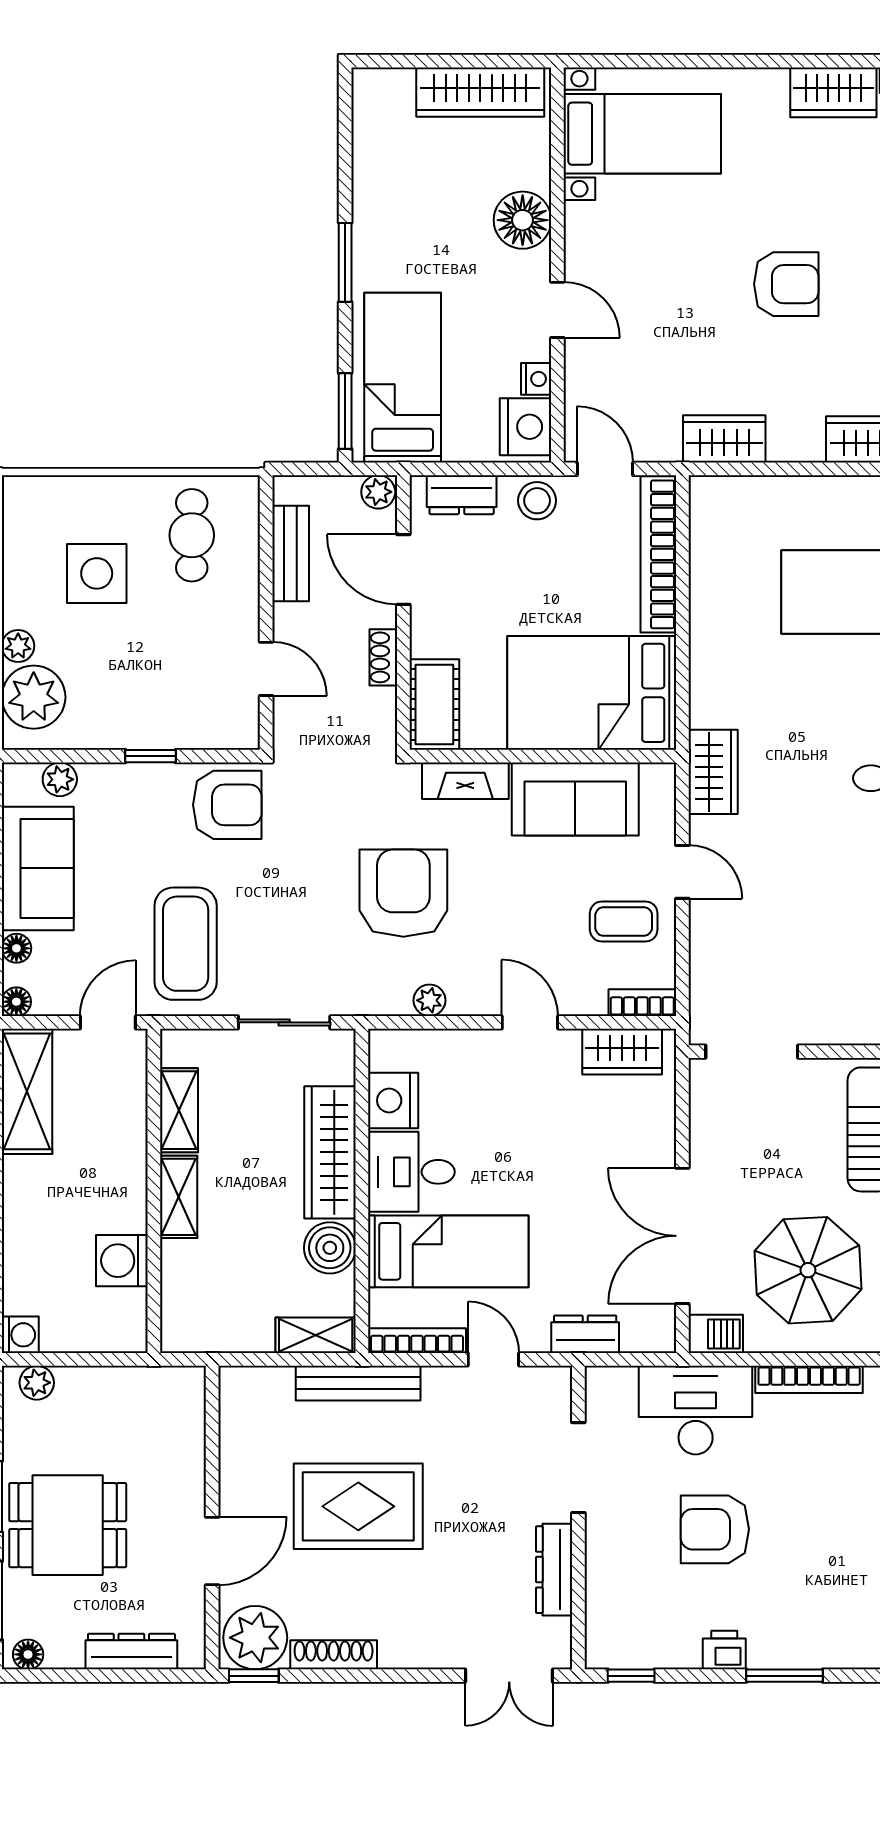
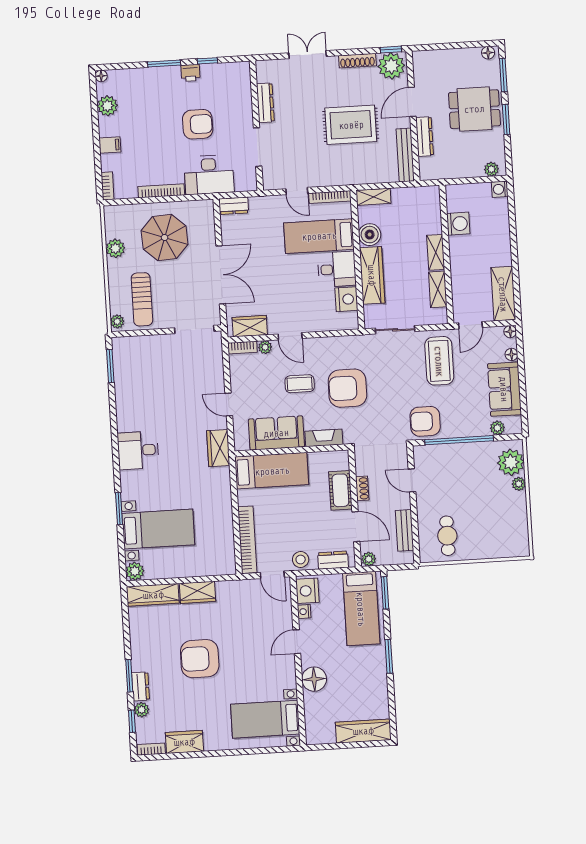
wardrobe: (480, 92) -> (363, 731), moved
armchair: (786, 284) -> (200, 659), width x1.36, depth x1.36
door: (557, 310) -> (297, 642), hinge flipped
wardrobe: (724, 439) -> (197, 592), moved
side table: (97, 573) -> (487, 517), removed
bed: (592, 693) -> (272, 471), width x0.67
cot: (434, 704) -> (340, 490), moved
window: (151, 756) -> (459, 440), width x3.17
armchair: (403, 893) -> (347, 388), turned 90
coffee table: (624, 921) -> (300, 384), moved
plant: (429, 1000) -> (265, 347), moved
double door: (682, 1236) -> (221, 275), moved
dresser: (585, 1334) -> (234, 206), moved
barbecue: (716, 1334) -> (202, 208), removed
bench: (358, 1383) -> (405, 155), moved, turned 90
dresser: (131, 1652) -> (425, 137), moved, turned -90
double door: (509, 1676) -> (308, 55), moved
window: (631, 1676) -> (207, 61), moved

